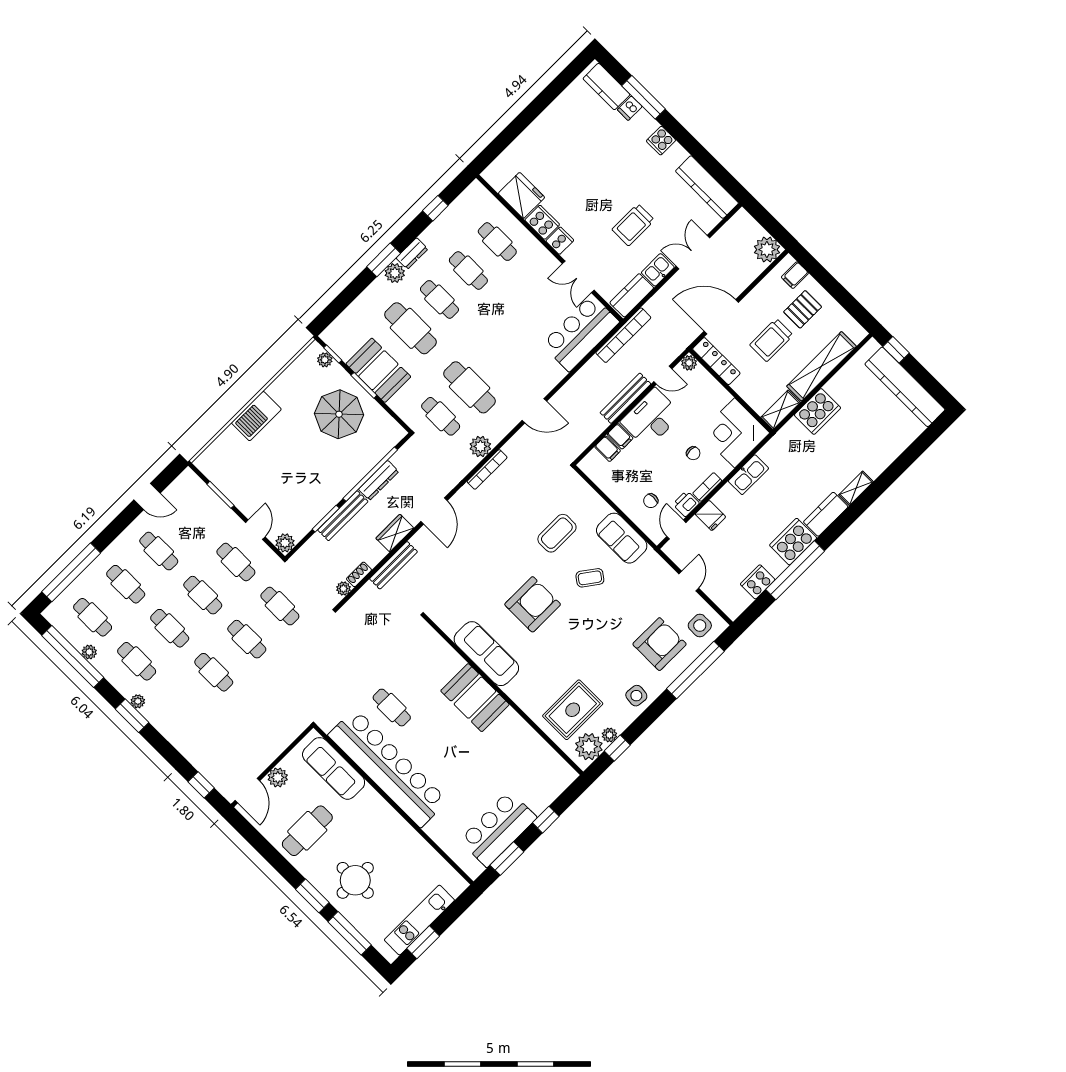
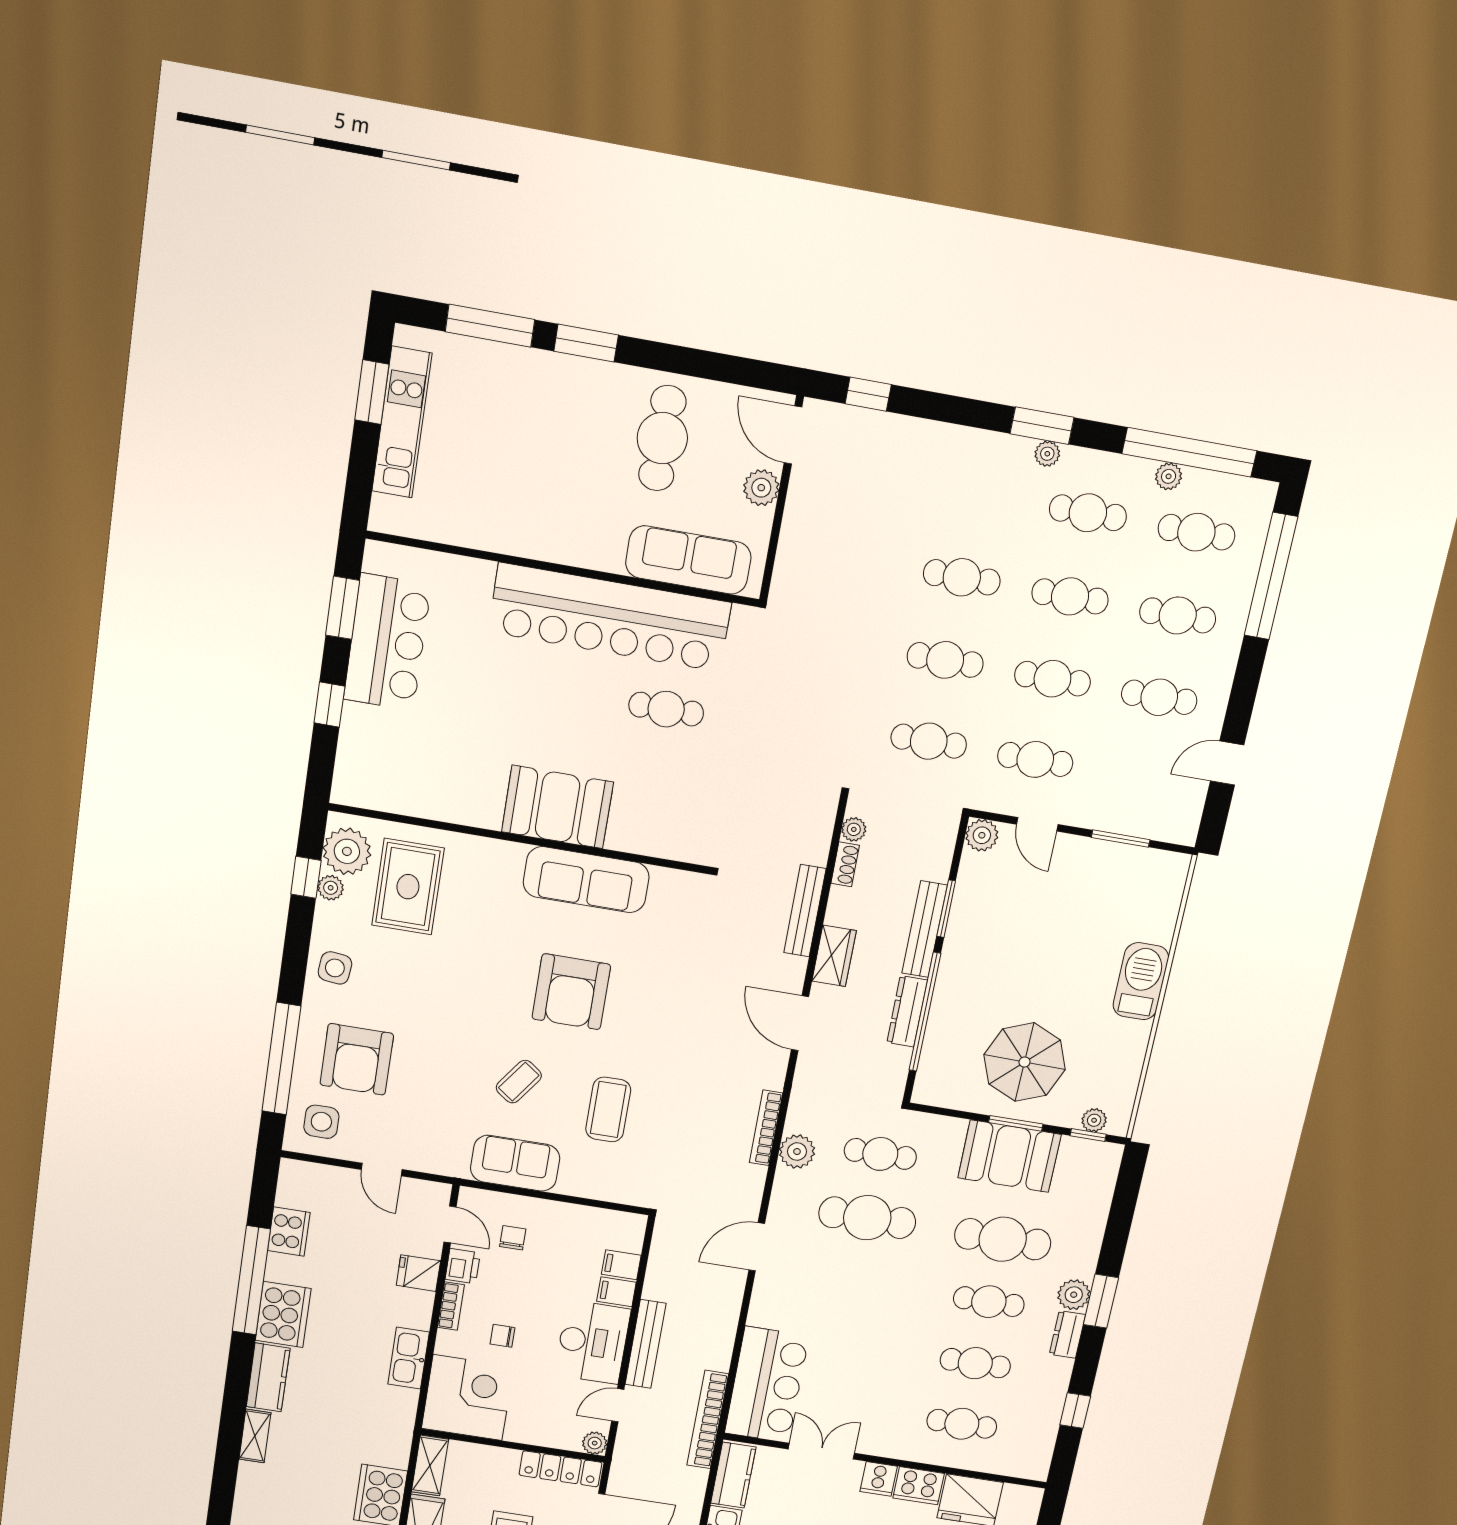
round table: (355, 880) -> (539, 414), removed

